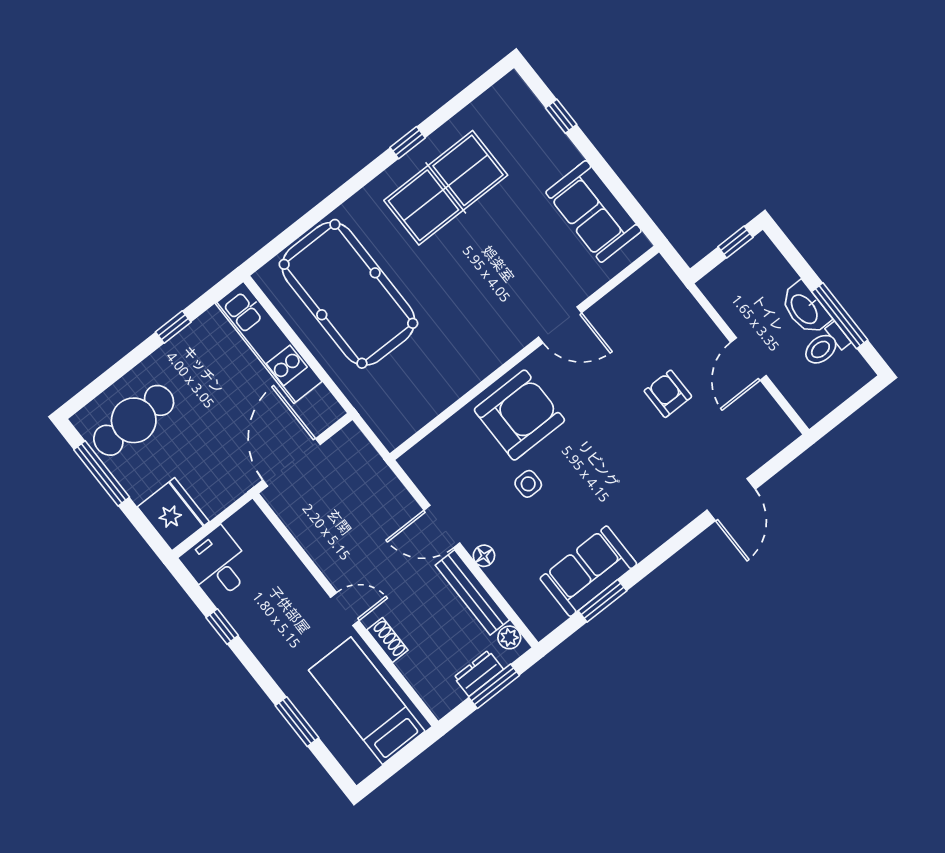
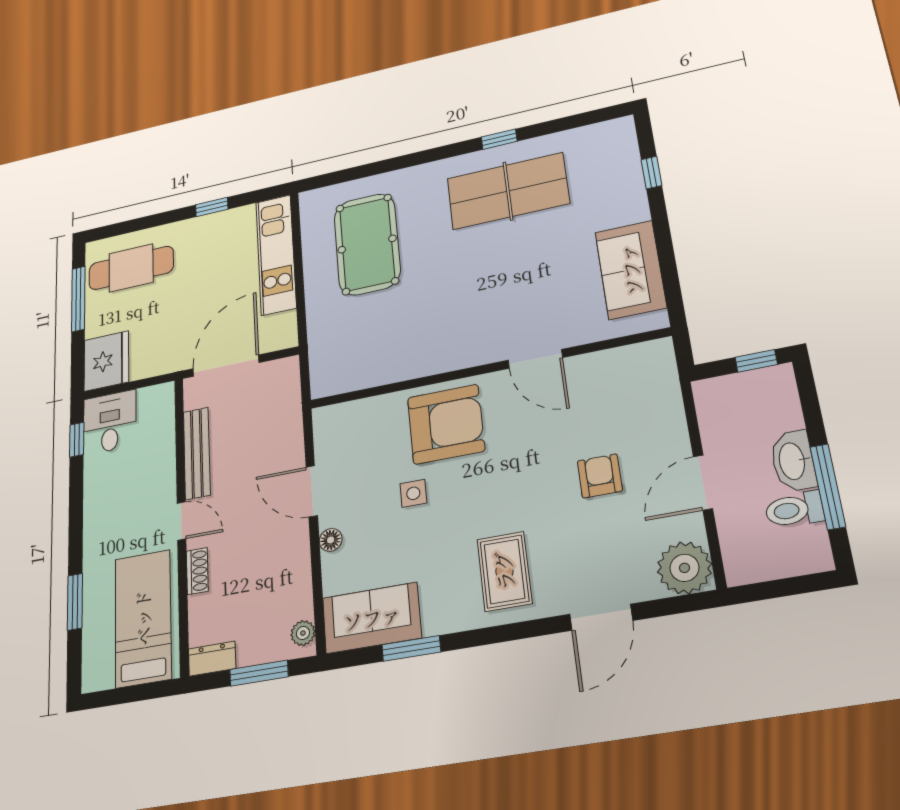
pool table: (348, 294) -> (367, 244), width x0.73, depth x0.76
plant: (771, 431) -> (684, 568), added
rug: (638, 505) -> (504, 571), added
sofa: (588, 571) -> (372, 618), moved
bench: (472, 592) -> (197, 453), moved
window: (222, 627) -> (77, 440), moved
dresser: (479, 673) -> (212, 659), moved

